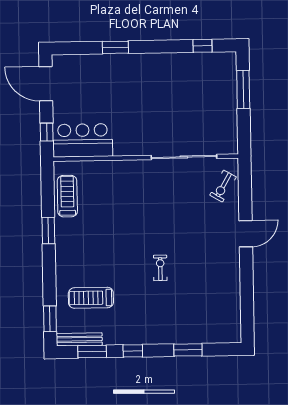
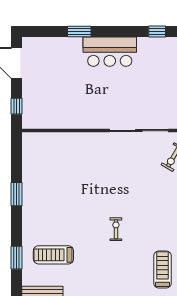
bar counter: (83, 140) -> (110, 52), moved, turned 180
treadmill: (67, 196) -> (162, 269), moved
window: (50, 319) -> (17, 258), moved

